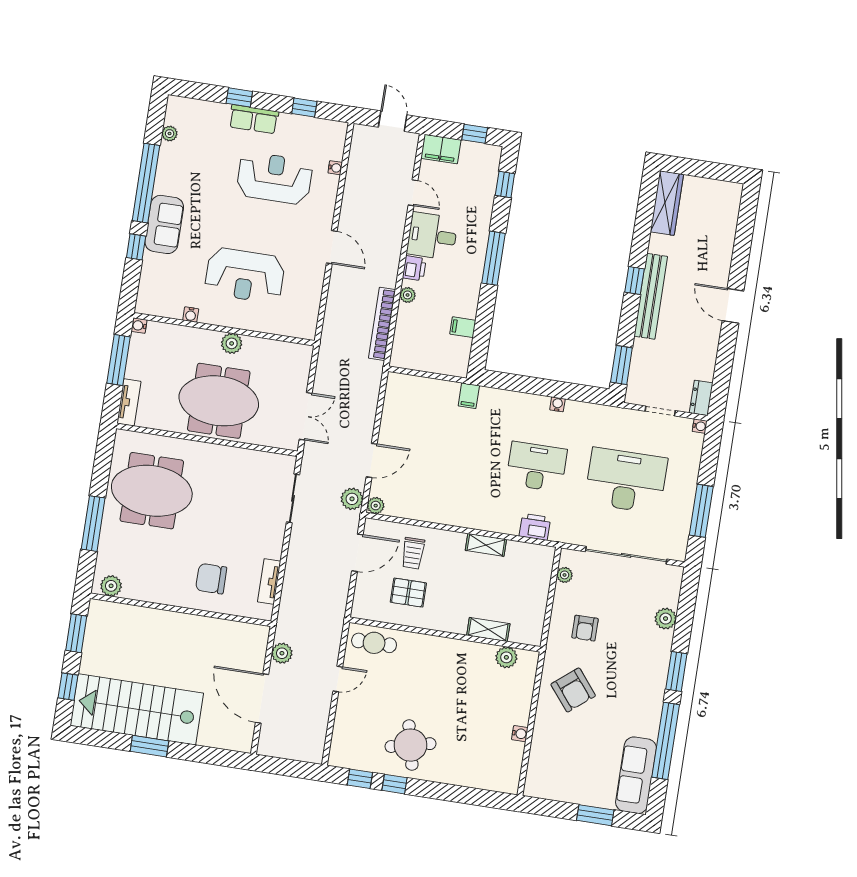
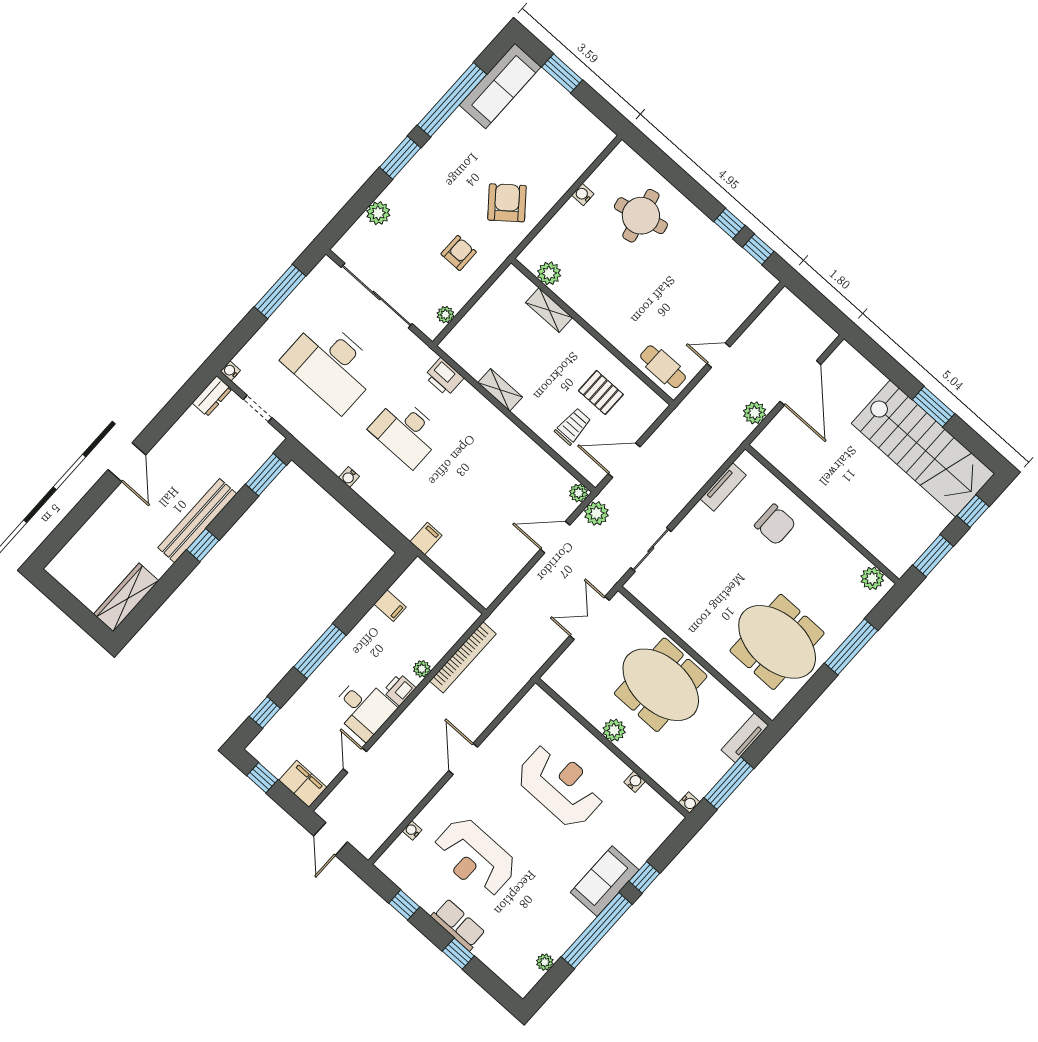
round table: (410, 745) -> (641, 216), moved

